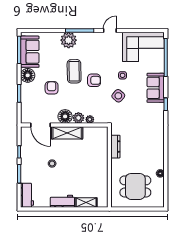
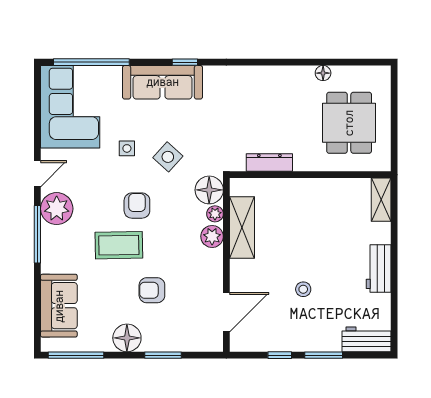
door: (110, 31) -> (37, 174), swing flipped
plant: (69, 40) -> (57, 209), moved
sofa: (30, 52) -> (59, 306), moved, turned 90
sofa: (156, 88) -> (163, 82), width x1.36
floor lamp: (65, 116) -> (209, 190), moved
shelving: (67, 133) -> (242, 227), moved
shelving: (86, 202) -> (381, 200), moved

